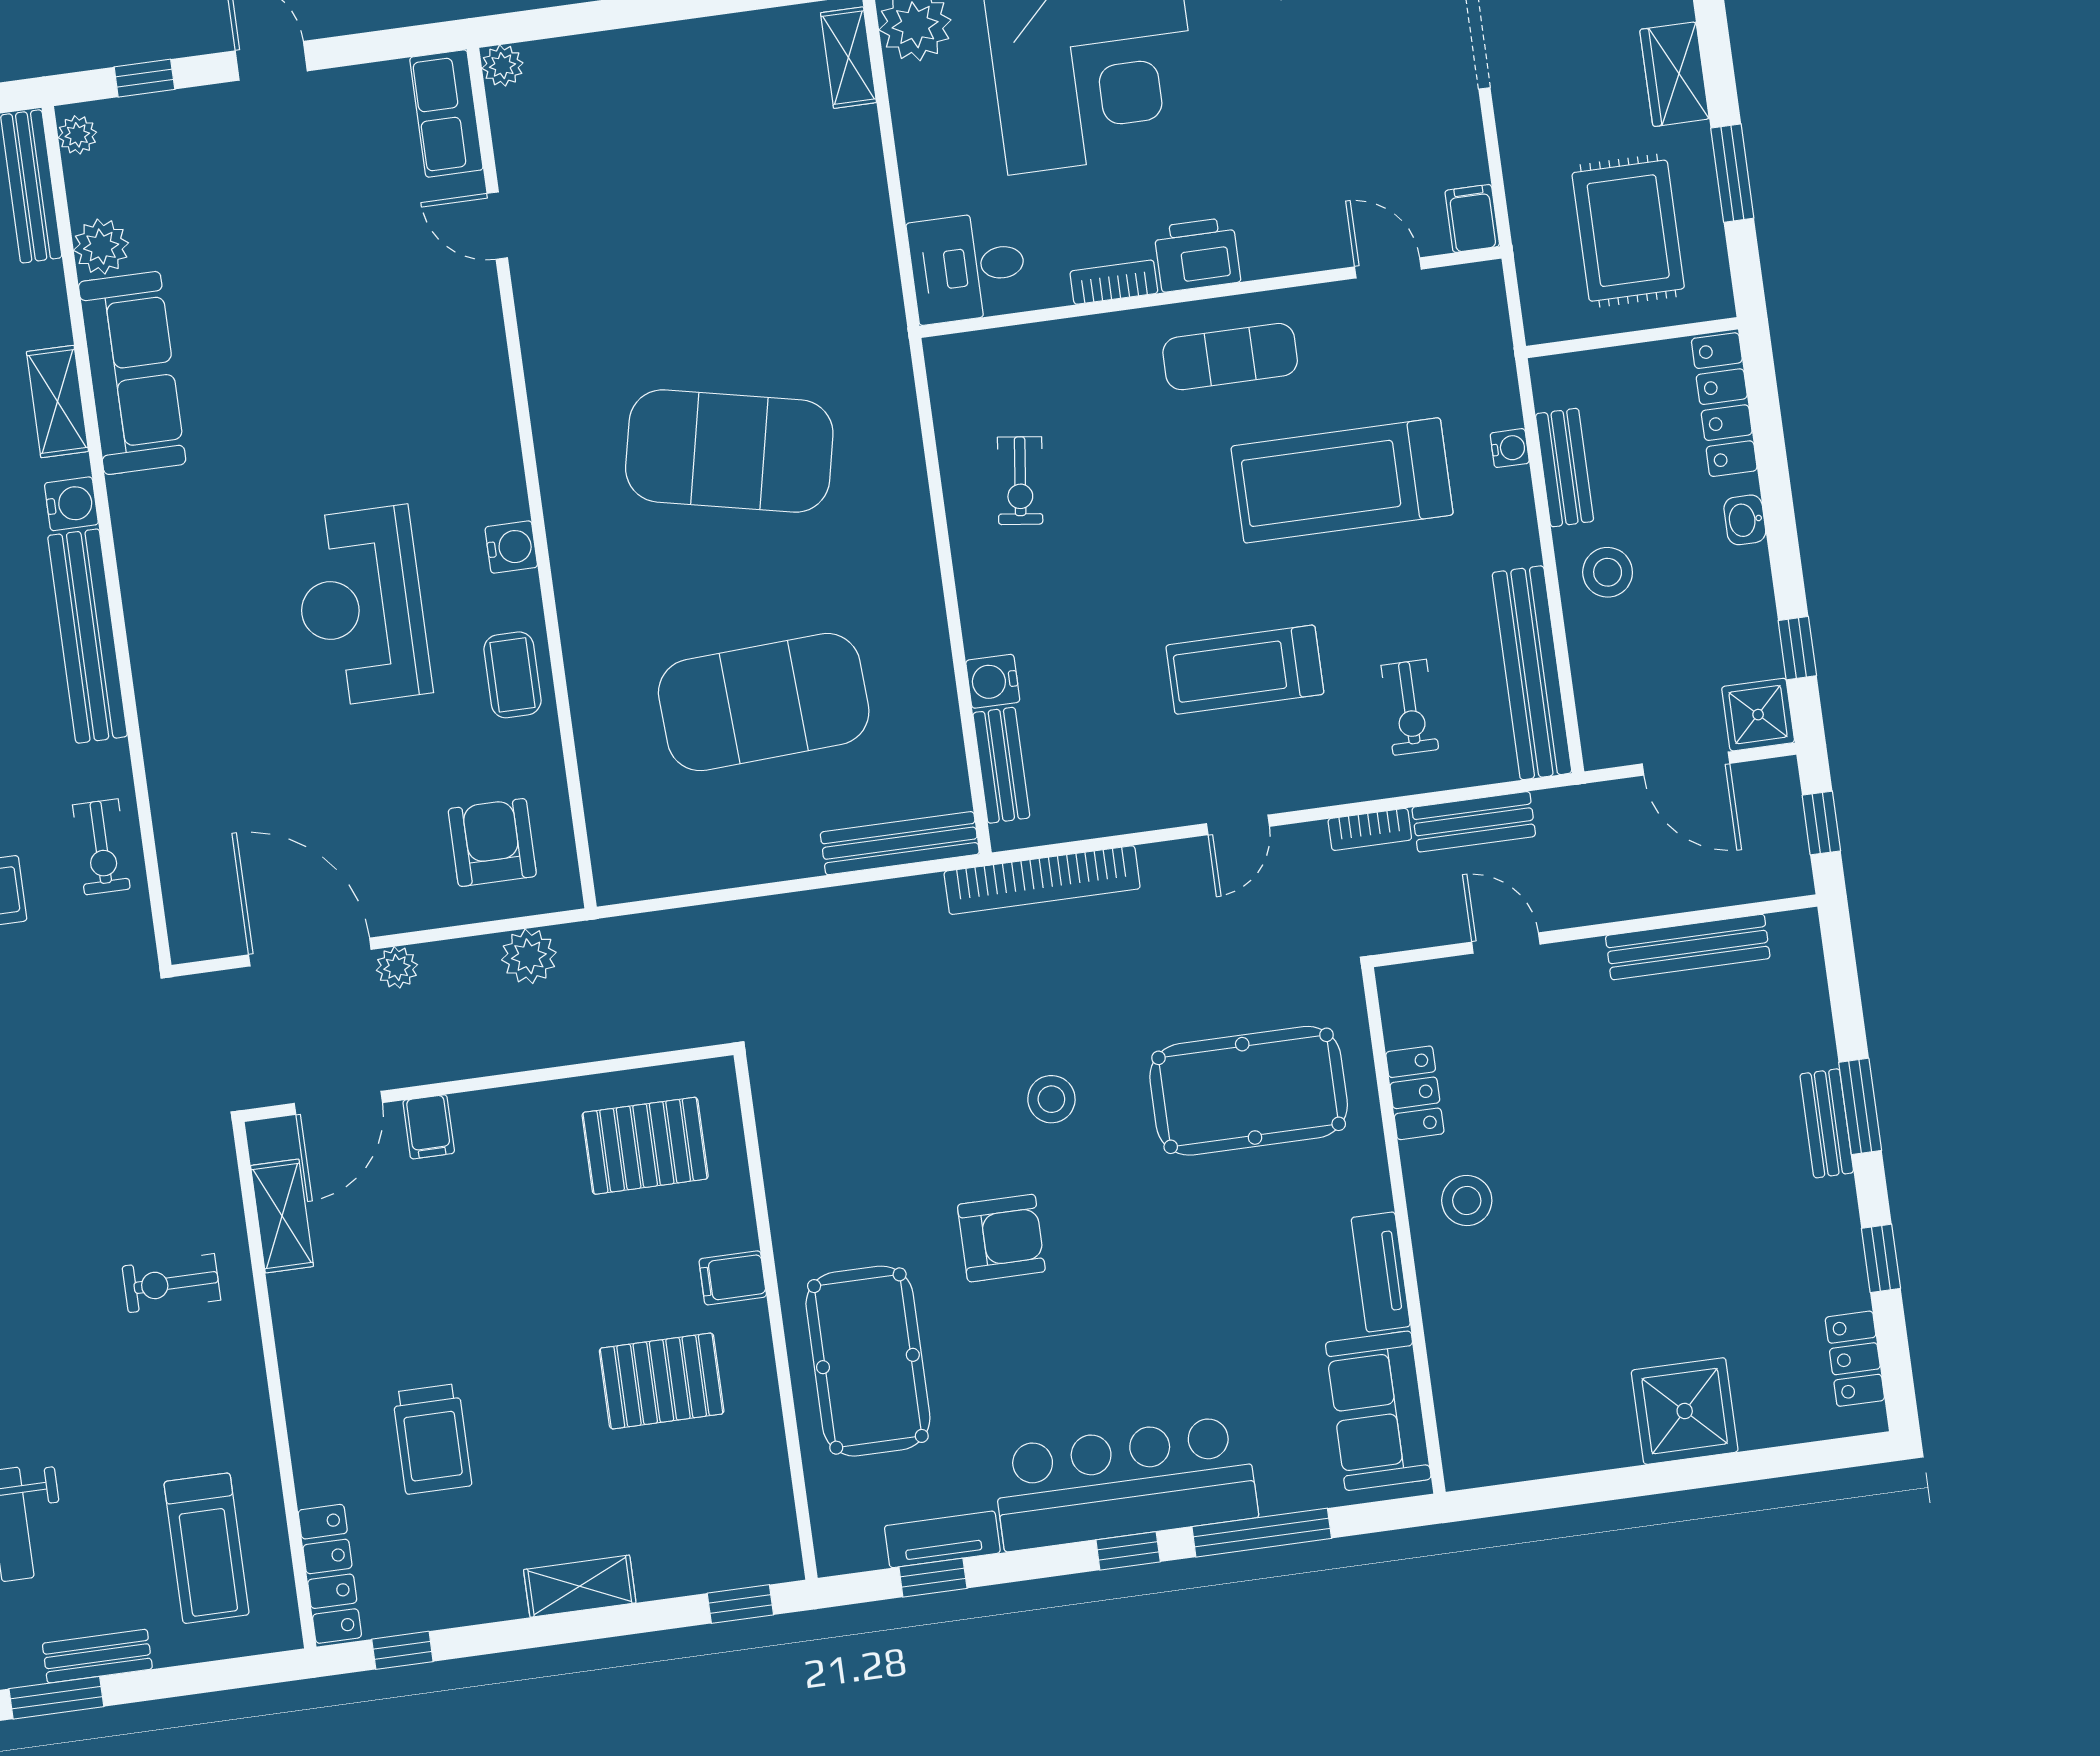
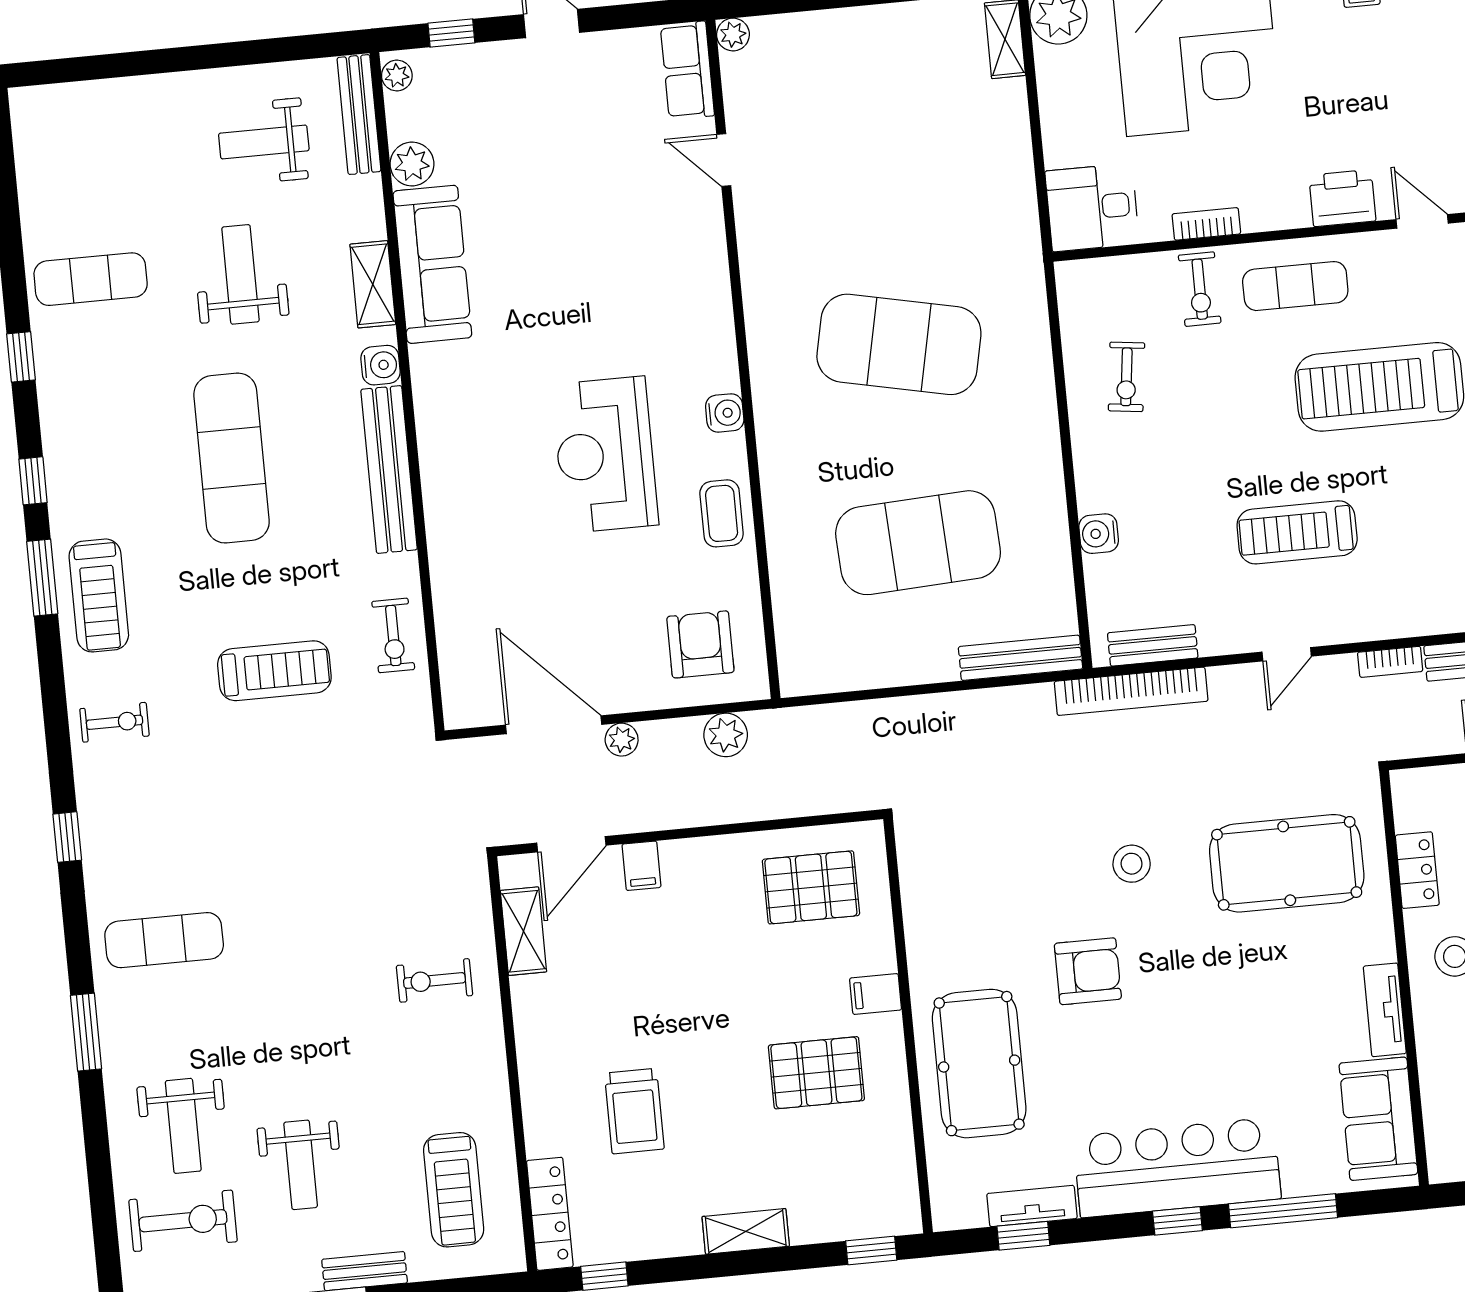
printer: (1197, 255) -> (1342, 198), moved
exercise bike: (1410, 707) -> (1200, 289), moved
bench: (1001, 765) -> (1153, 645), moved, turned 90

